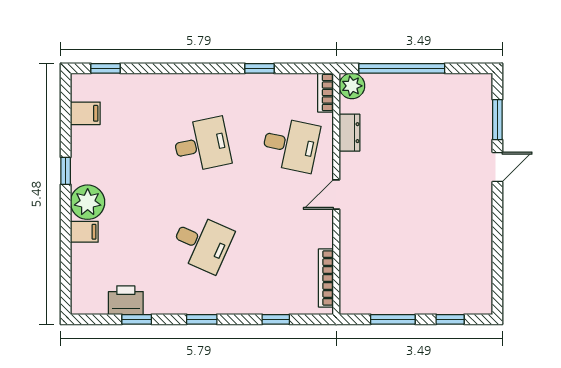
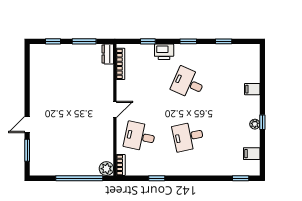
dresser: (349, 133) -> (108, 54), moved
plant: (88, 202) -> (255, 124), moved, width x0.53, depth x0.53
printer: (126, 300) -> (164, 52), moved

